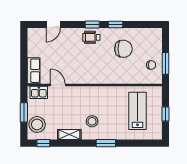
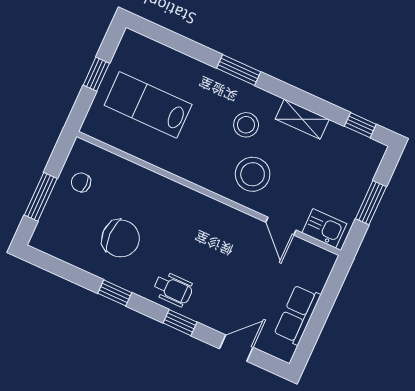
window: (92, 24) -> (180, 323), moved
chair: (123, 49) -> (121, 238), turned 180
window: (165, 63) -> (41, 197), moved
row of seats: (34, 71) -> (297, 315), moved
lab bench: (138, 111) -> (148, 105), turned 90
stool: (37, 124) -> (253, 174), moved

